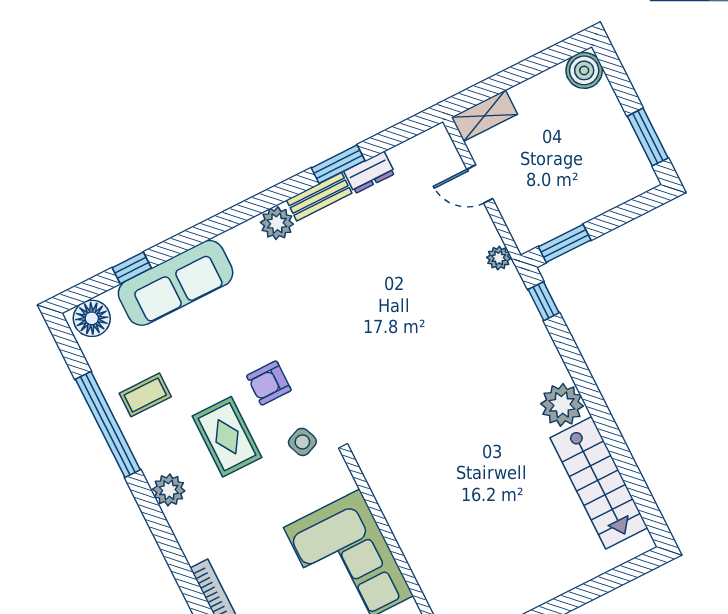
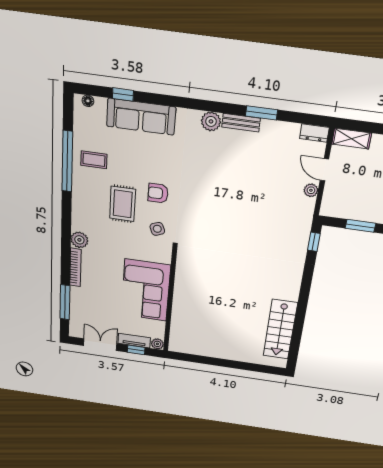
dresser: (369, 172) -> (314, 133), moved
window: (565, 243) -> (360, 226), moved
plant: (499, 258) -> (311, 190), moved
floor lamp: (92, 318) -> (88, 101), width x0.53, depth x0.53
plant: (562, 405) -> (288, 289), removed
plant: (169, 490) -> (79, 240), moved

